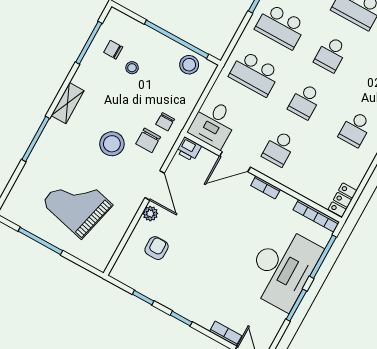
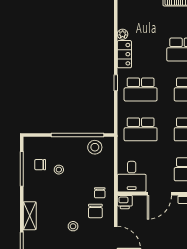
stool: (112, 144) -> (73, 226), width x0.53, depth x0.53

